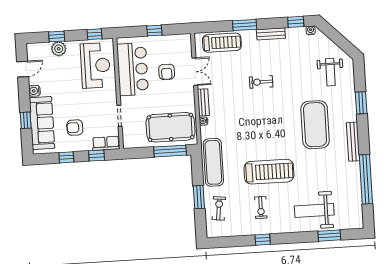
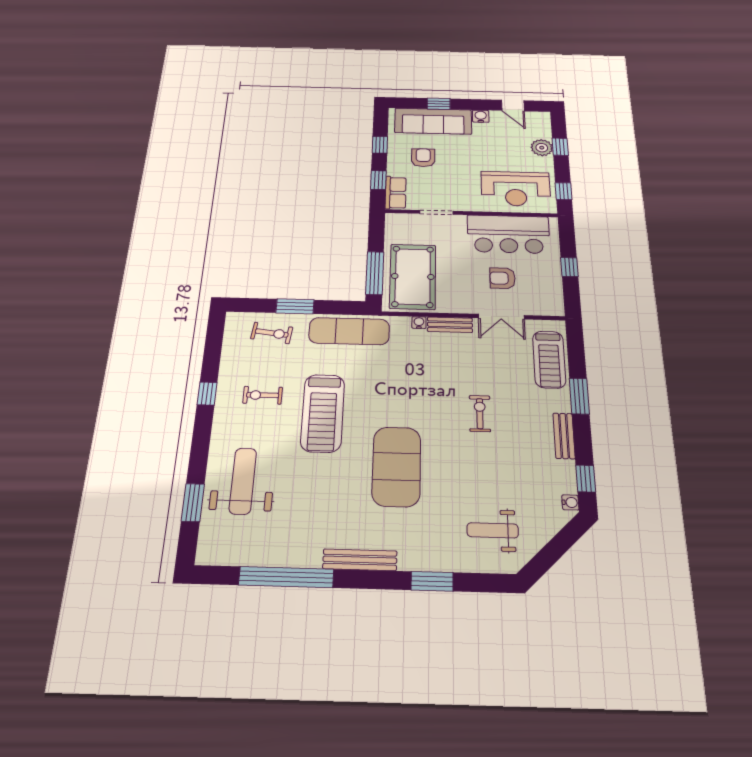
exercise mat: (315, 125) -> (396, 466), moved, turned 90

